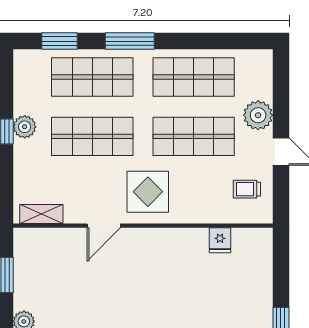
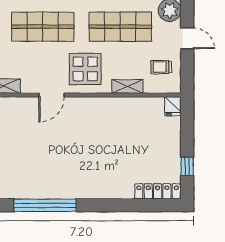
shelving: (203, 215) -> (127, 86), added
fridge: (220, 240) -> (173, 106), moved

